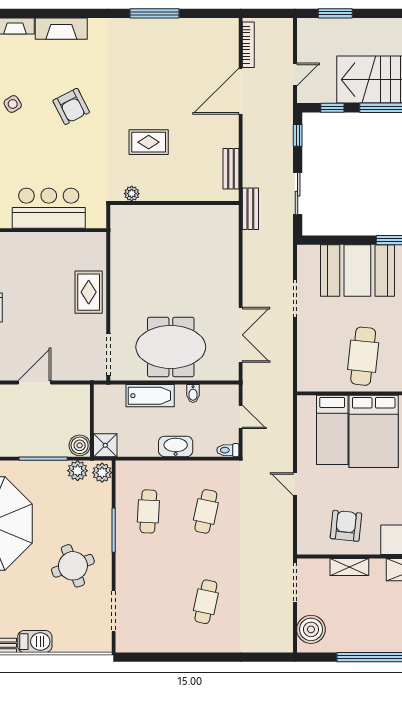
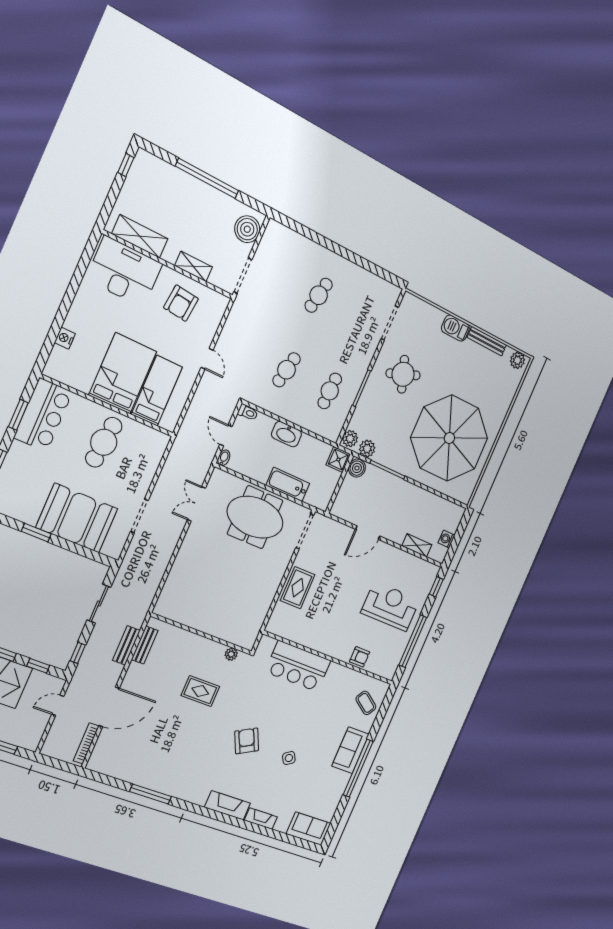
bench: (250, 209) -> (126, 645), moved
double door: (241, 335) -> (196, 504), width x0.73
bidet: (193, 393) -> (224, 458), moved

